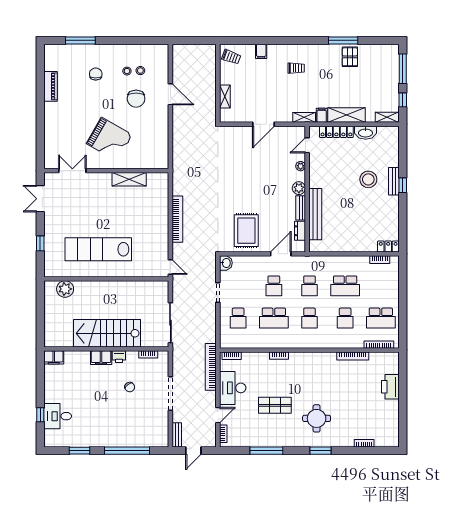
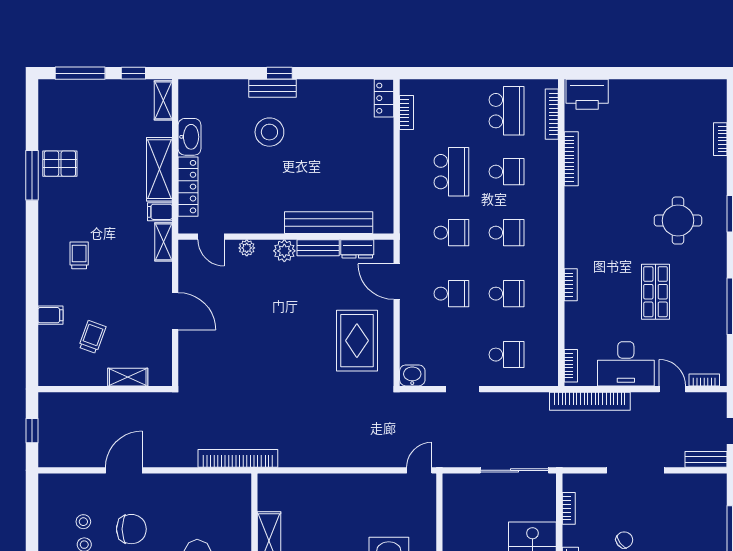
window: (194, 40) -> (32, 431), added
trolley: (231, 57) -> (92, 337), moved
bookcase: (177, 219) -> (238, 458), moved
rug: (246, 231) -> (357, 341), turned 90
school desk: (274, 318) -> (506, 294), width x0.54
printer: (390, 387) -> (587, 94), moved

